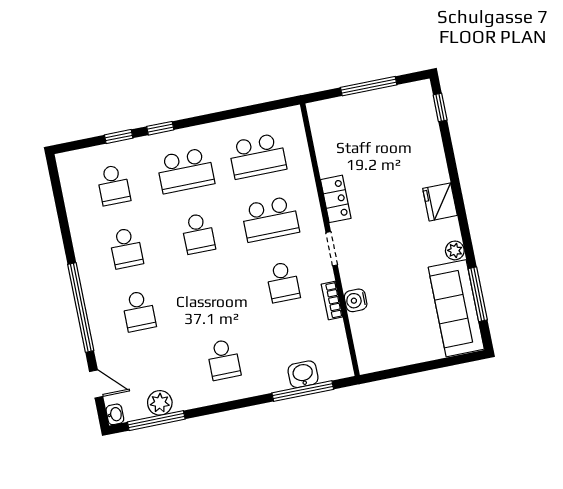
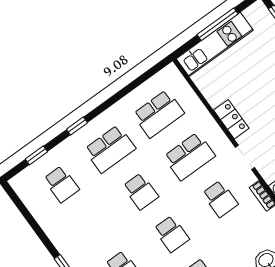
kitchen unit: (355, 107) -> (215, 44), added
window: (119, 137) -> (36, 155), moved
school desk: (126, 248) -> (171, 234), moved

